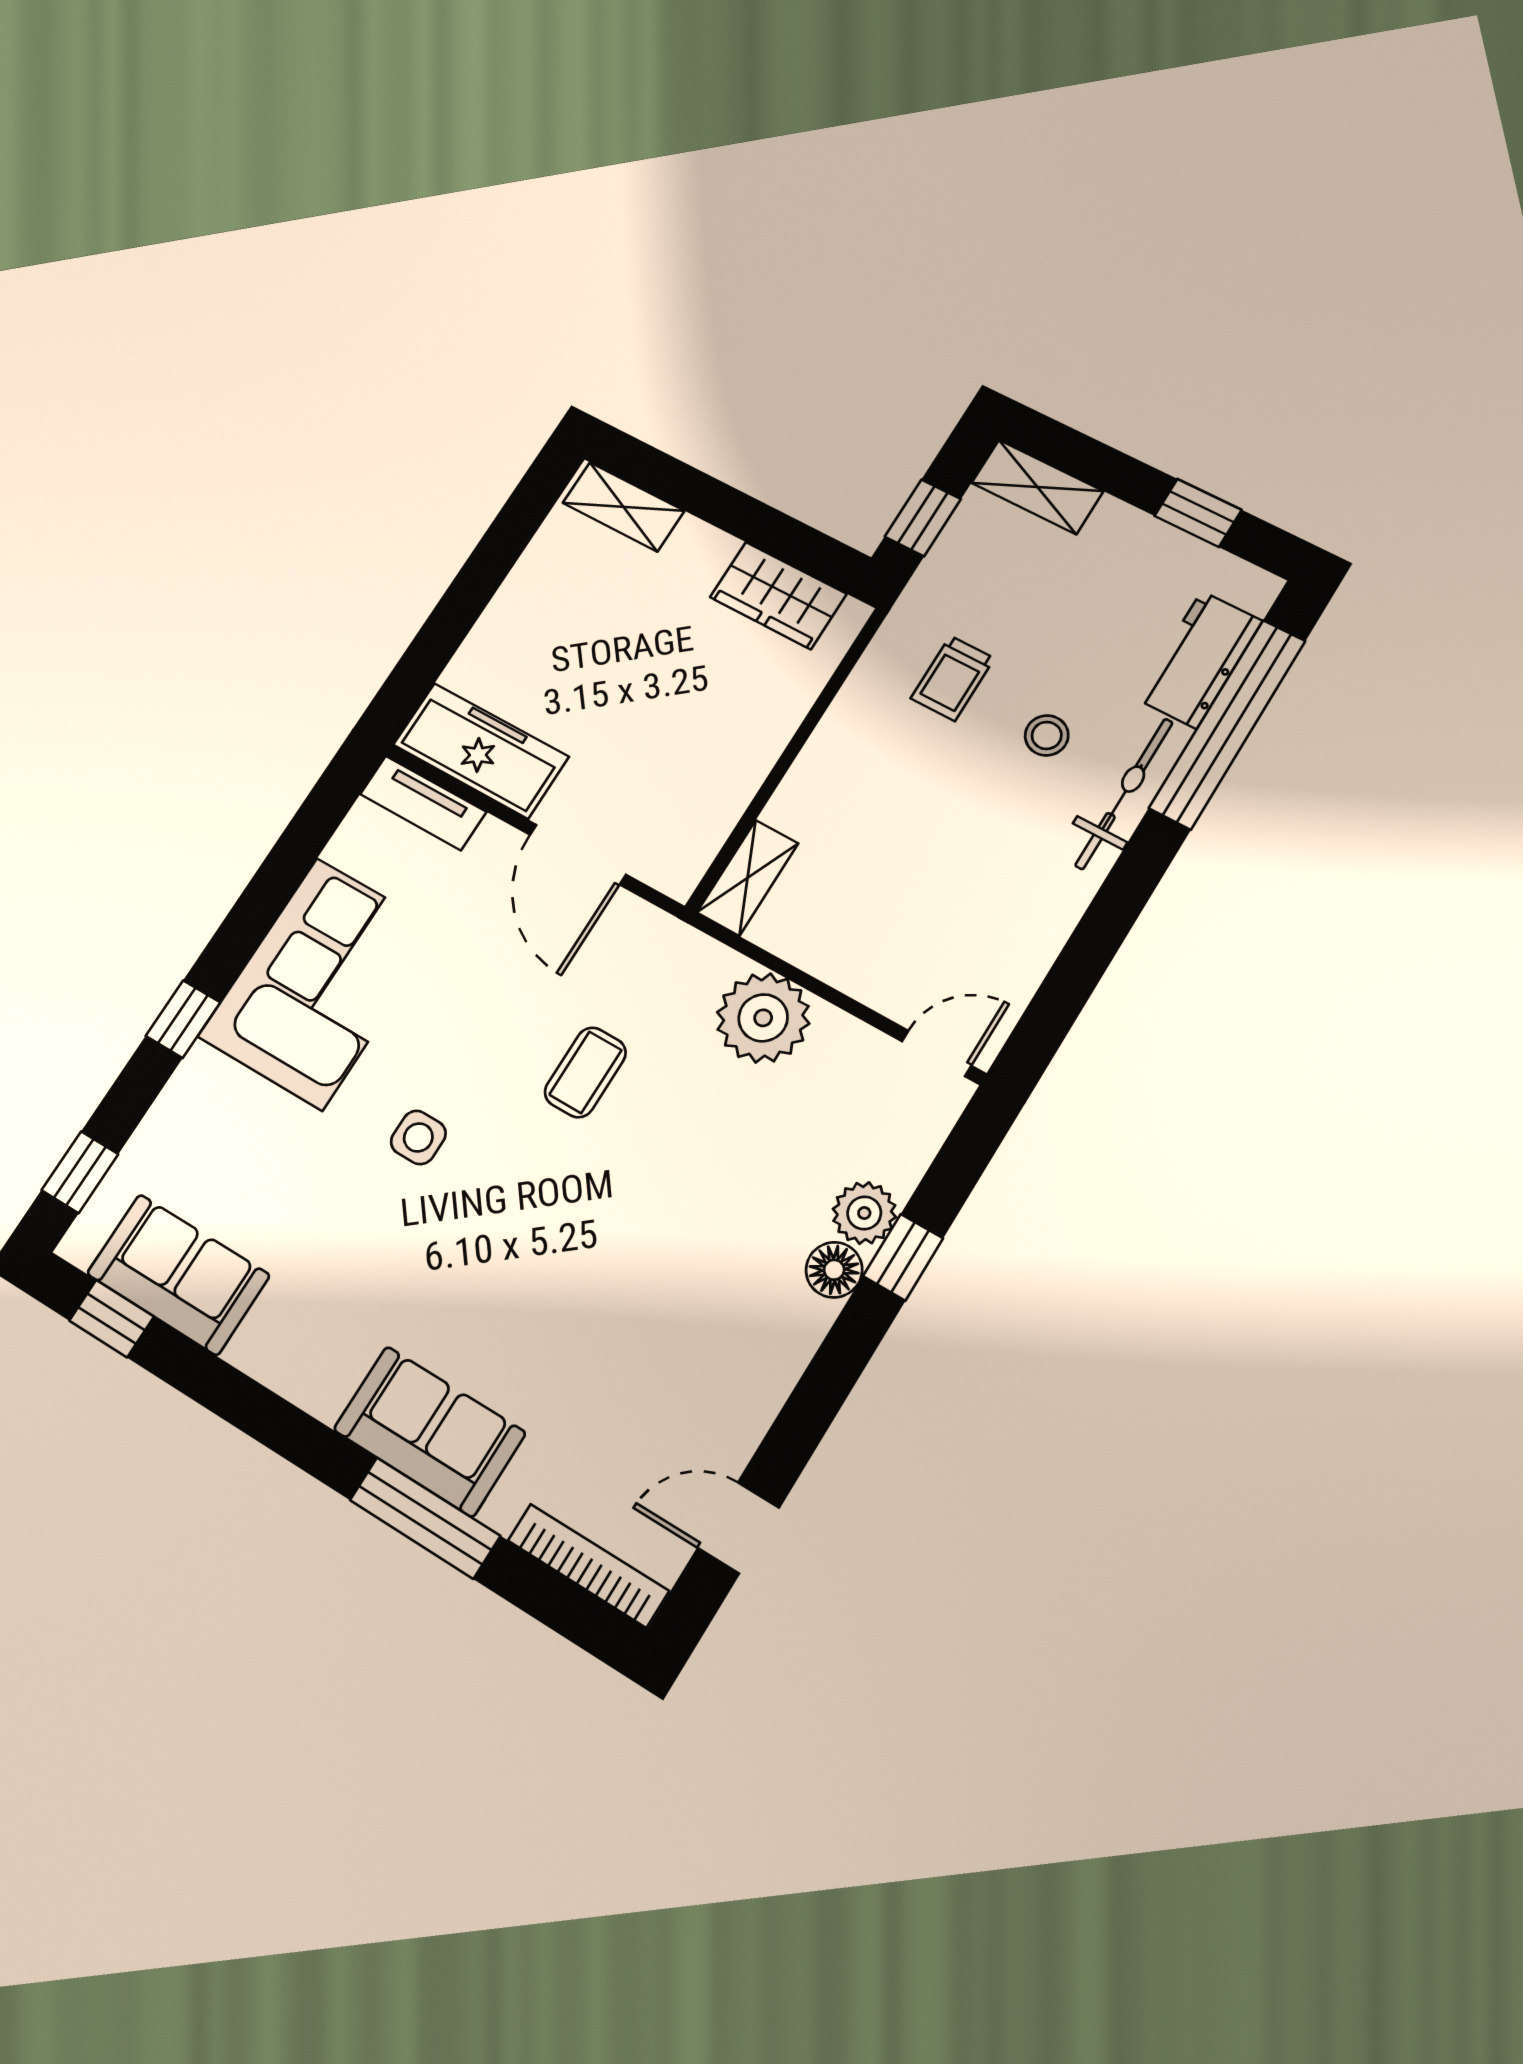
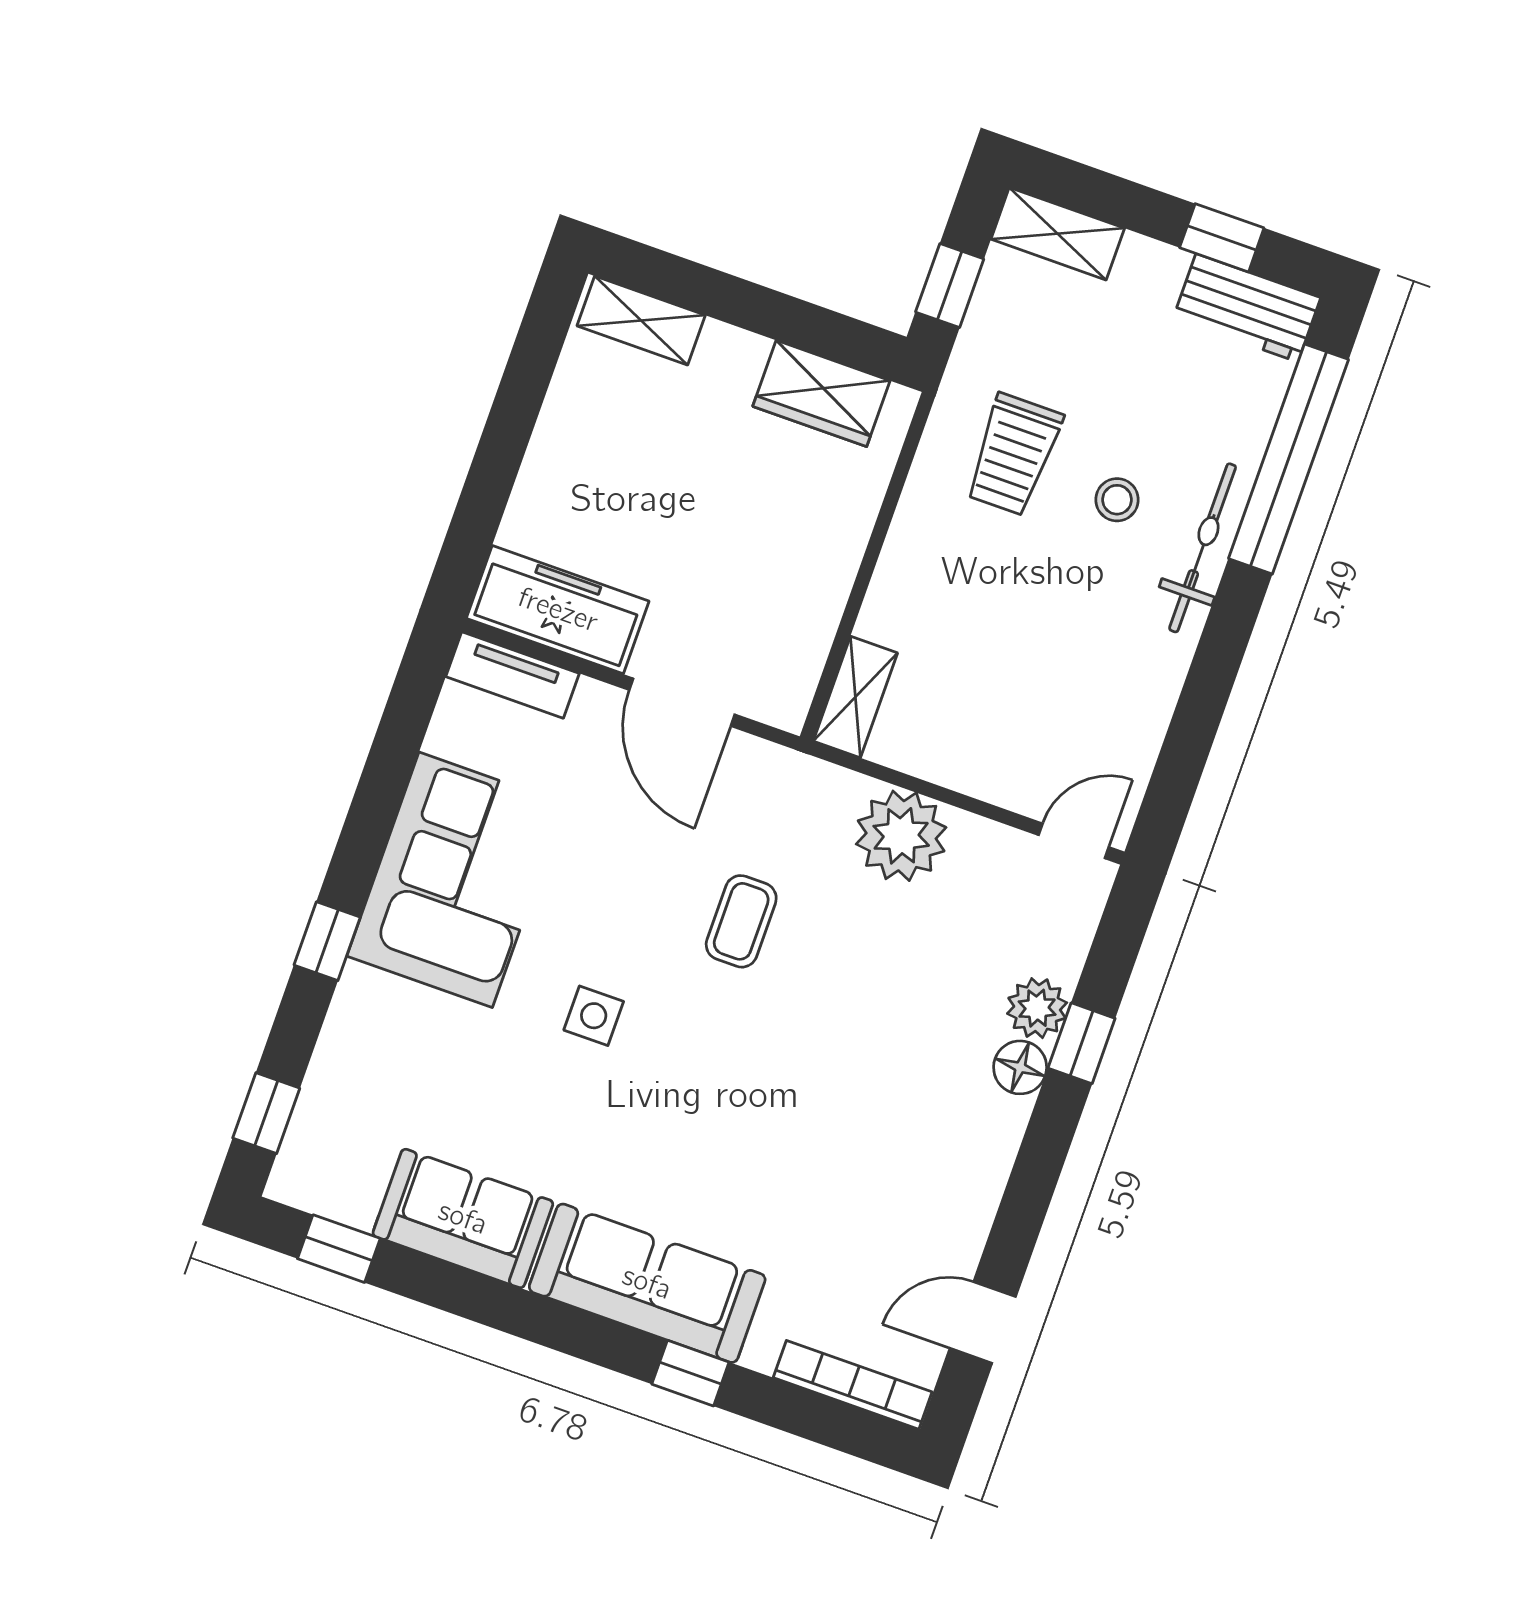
workbench: (1199, 660) -> (1247, 308), moved, turned -90
trolley: (953, 678) -> (1014, 455), width x1.36, depth x1.39
sofa: (178, 1274) -> (463, 1218), moved
sofa: (429, 1431) -> (647, 1283), width x1.36
window: (425, 1518) -> (690, 1373), width x0.46

